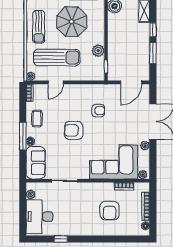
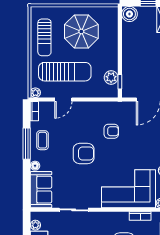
plant: (98, 51) -> (111, 78), moved
armchair: (74, 130) -> (84, 154), turned 180
window: (23, 136) -> (27, 144), moved

